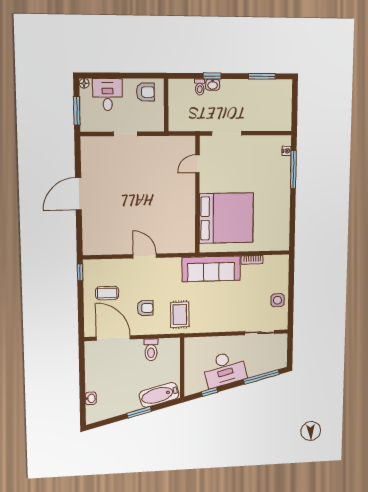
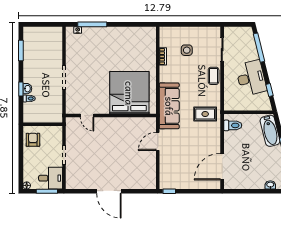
desk: (108, 95) -> (51, 178), moved, turned 180
door: (197, 164) -> (87, 115), moved
wall: (197, 195) -> (111, 115), moved
bed: (226, 218) -> (129, 93), moved
sofa: (211, 269) -> (169, 106), moved
coffee table: (107, 293) -> (214, 76), moved
side table: (278, 300) -> (187, 50), moved
armchair: (145, 308) -> (199, 141), removed
toilet: (151, 350) -> (233, 125), moved

